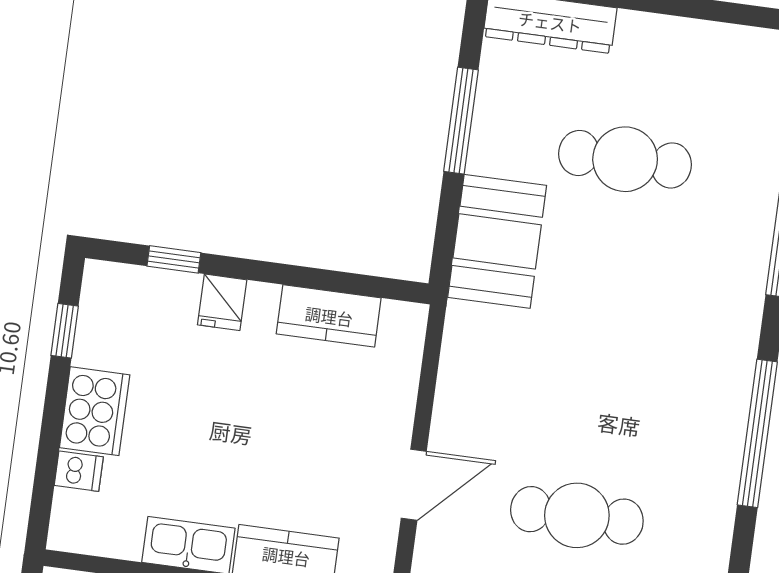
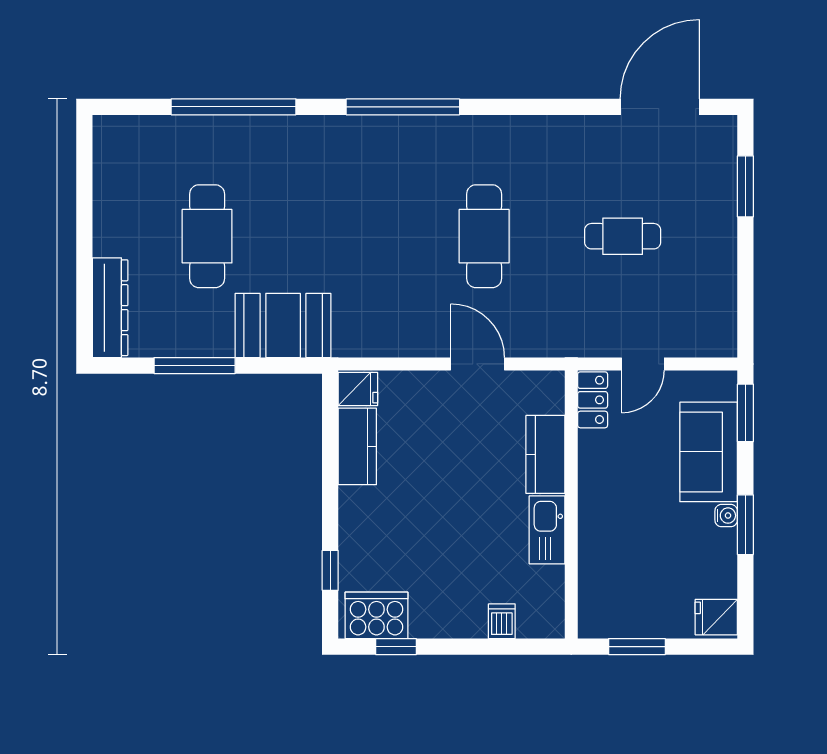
fridge: (222, 302) -> (358, 389), moved
cooker: (95, 411) -> (376, 615), moved

